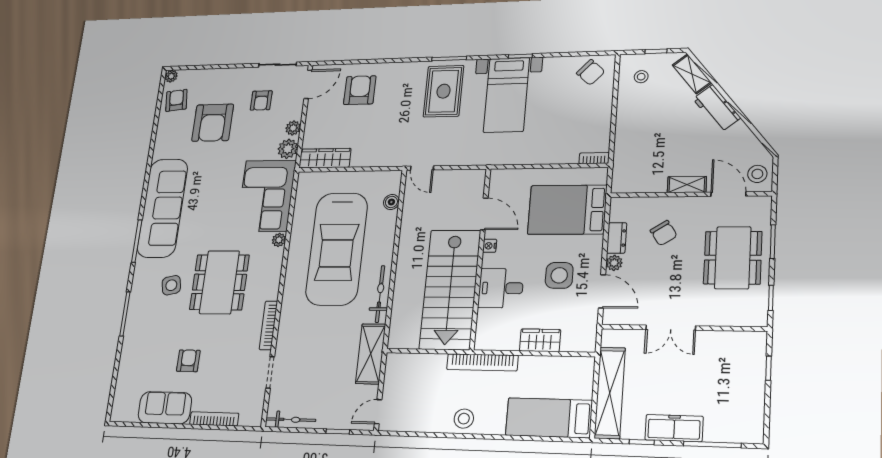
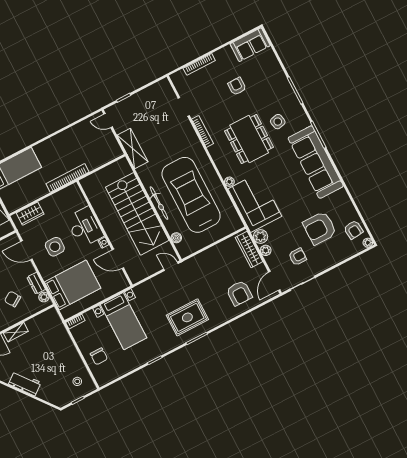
chair: (591, 72) -> (99, 356), moved, turned -133
shelving: (692, 74) -> (50, 397), removed
rug: (444, 91) -> (187, 317), turned 90
bed with nightstands: (506, 95) -> (123, 321), moved, turned 180
armchair: (261, 100) -> (298, 257), turned 90
armchair: (213, 123) -> (320, 228), turned -90
wardrobe: (325, 158) -> (249, 249), moved, turned 90
plant: (614, 263) -> (44, 297), moved
desk: (501, 288) -> (85, 227), width x1.37
stairs: (450, 289) -> (137, 214), moved, turned 180
bicycle: (380, 294) -> (159, 203), moved
wardrobe: (540, 340) -> (30, 214), moved
armchair: (188, 361) -> (237, 86), turned 180
sofa: (165, 408) -> (250, 45), moved
door: (378, 412) -> (108, 121), swing flipped
stool: (464, 419) -> (59, 143), removed
bicycle: (291, 420) -> (154, 89), removed

